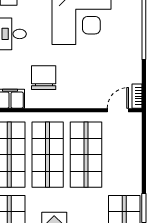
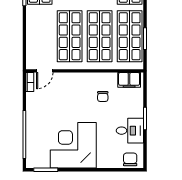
chair: (44, 78) -> (103, 96), width x0.54, depth x0.54

